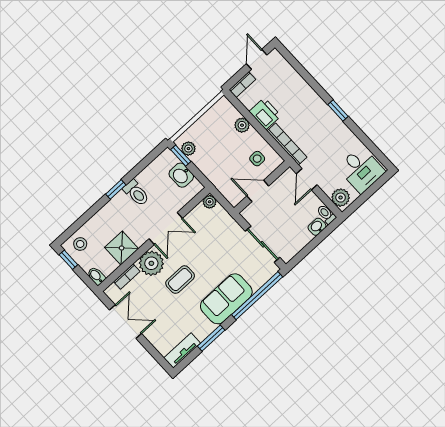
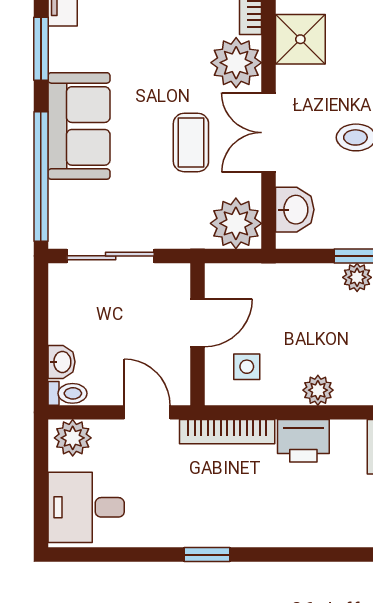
washbasin: (181, 175) -> (295, 210), moved, turned 90
plant: (210, 202) -> (236, 223), width x1.88, depth x1.88
coffee table: (180, 280) -> (191, 142), moved

